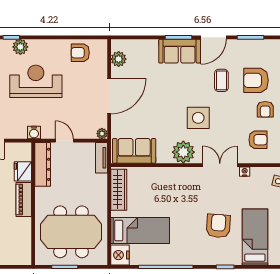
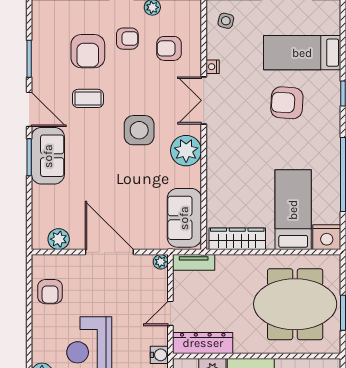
armchair: (258, 140) -> (169, 48), turned -90
meeting table: (71, 232) -> (295, 304), turned 90

